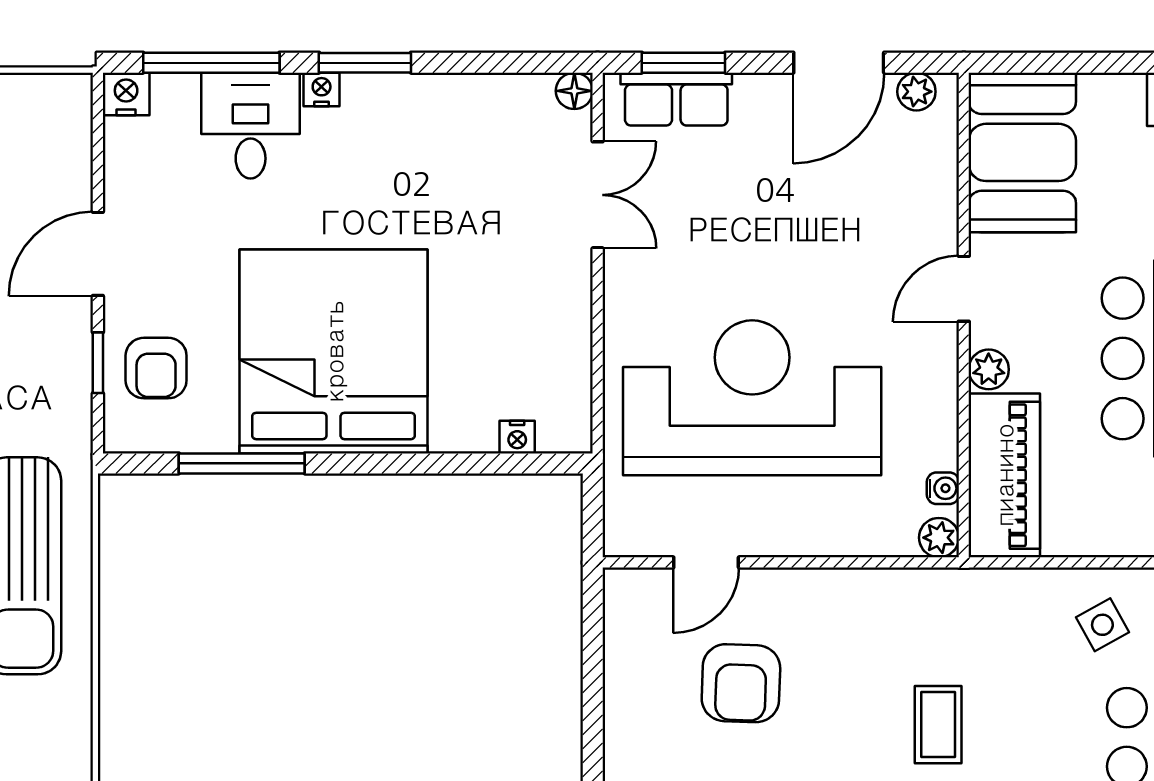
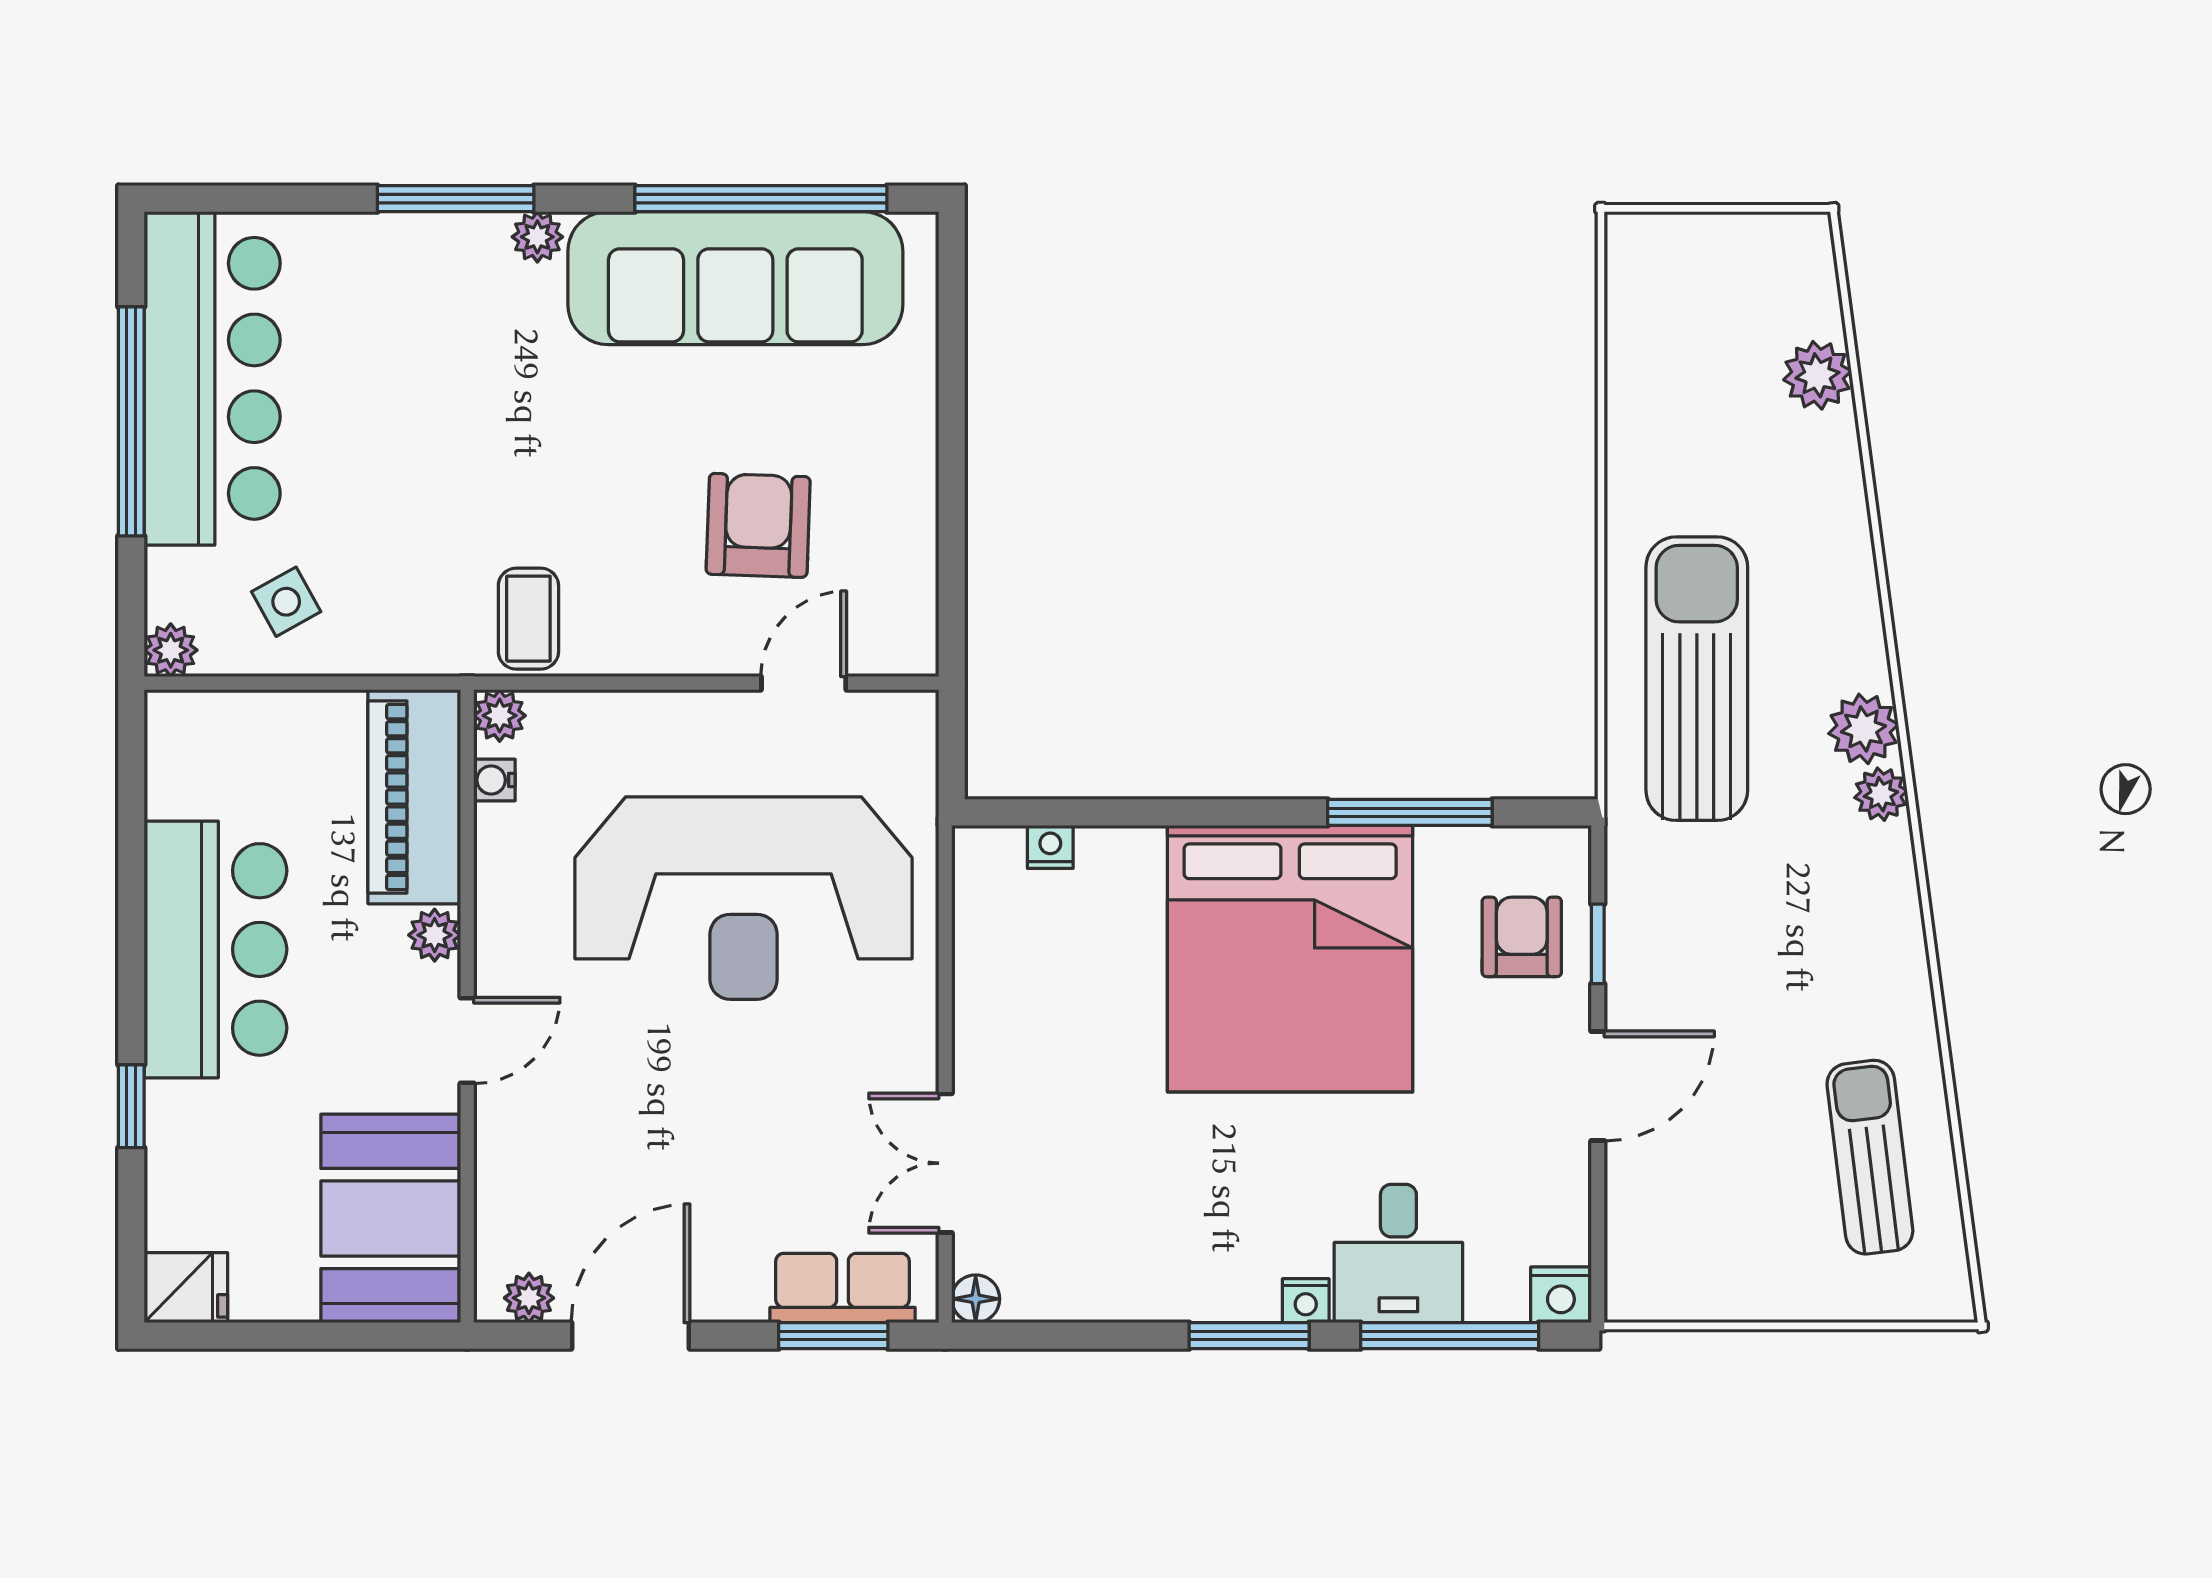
coffee table: (938, 725) -> (528, 619), moved

